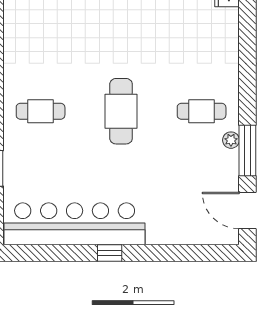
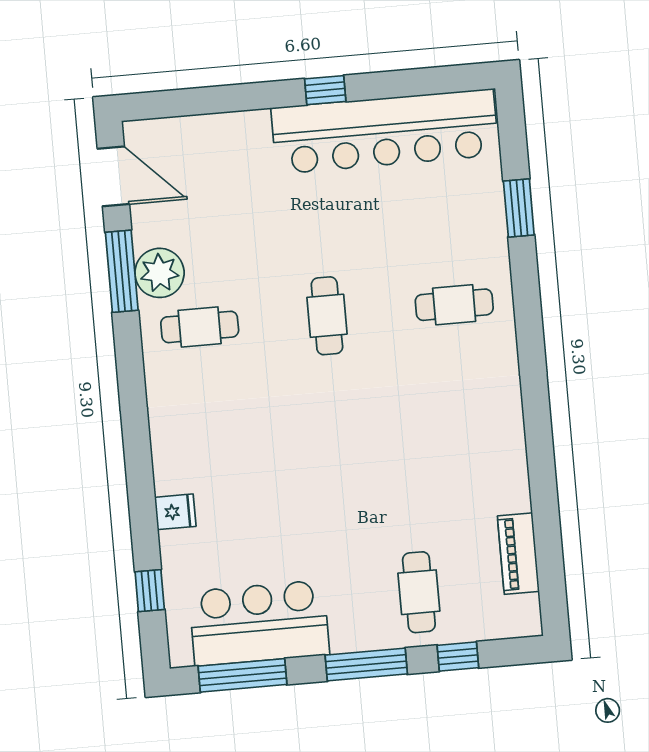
cafe table: (121, 111) -> (327, 316), width x0.73, depth x0.74
plant: (231, 140) -> (160, 273), width x1.88, depth x1.88

